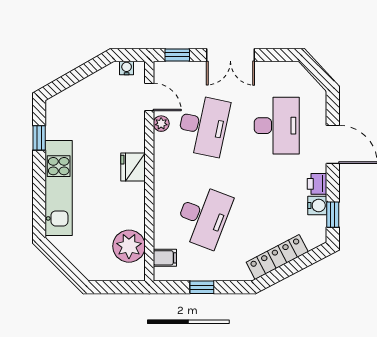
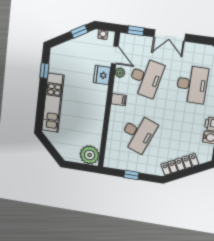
window: (88, 69) -> (79, 32), added
fridge: (133, 167) -> (102, 75), moved
plant: (129, 246) -> (90, 155), moved
filing cabinet: (165, 258) -> (119, 100), moved

